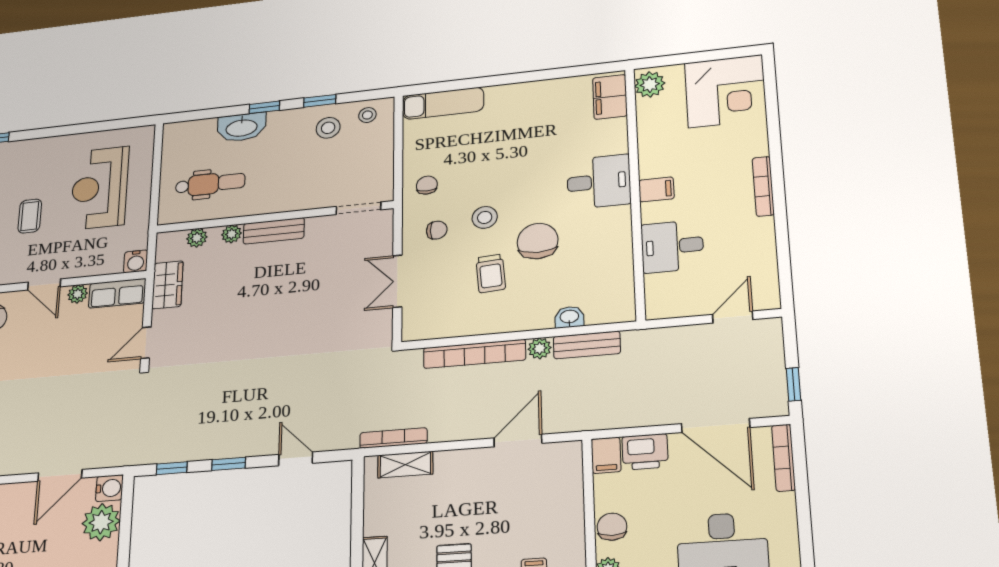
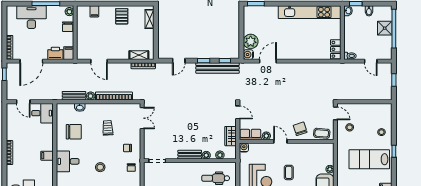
stool: (485, 217) -> (100, 167), moved
chair: (538, 241) -> (74, 132), moved, turned -90
desk: (672, 246) -> (43, 113), moved
double door: (397, 281) -> (142, 118), moved
door: (733, 317) -> (23, 102), hinge flipped
door: (146, 343) -> (238, 112), hinge flipped
door: (715, 426) -> (31, 61), swing flipped
door: (518, 441) -> (99, 61), hinge flipped
bench: (192, 448) -> (218, 68), added
door: (296, 459) -> (179, 61), hinge flipped

